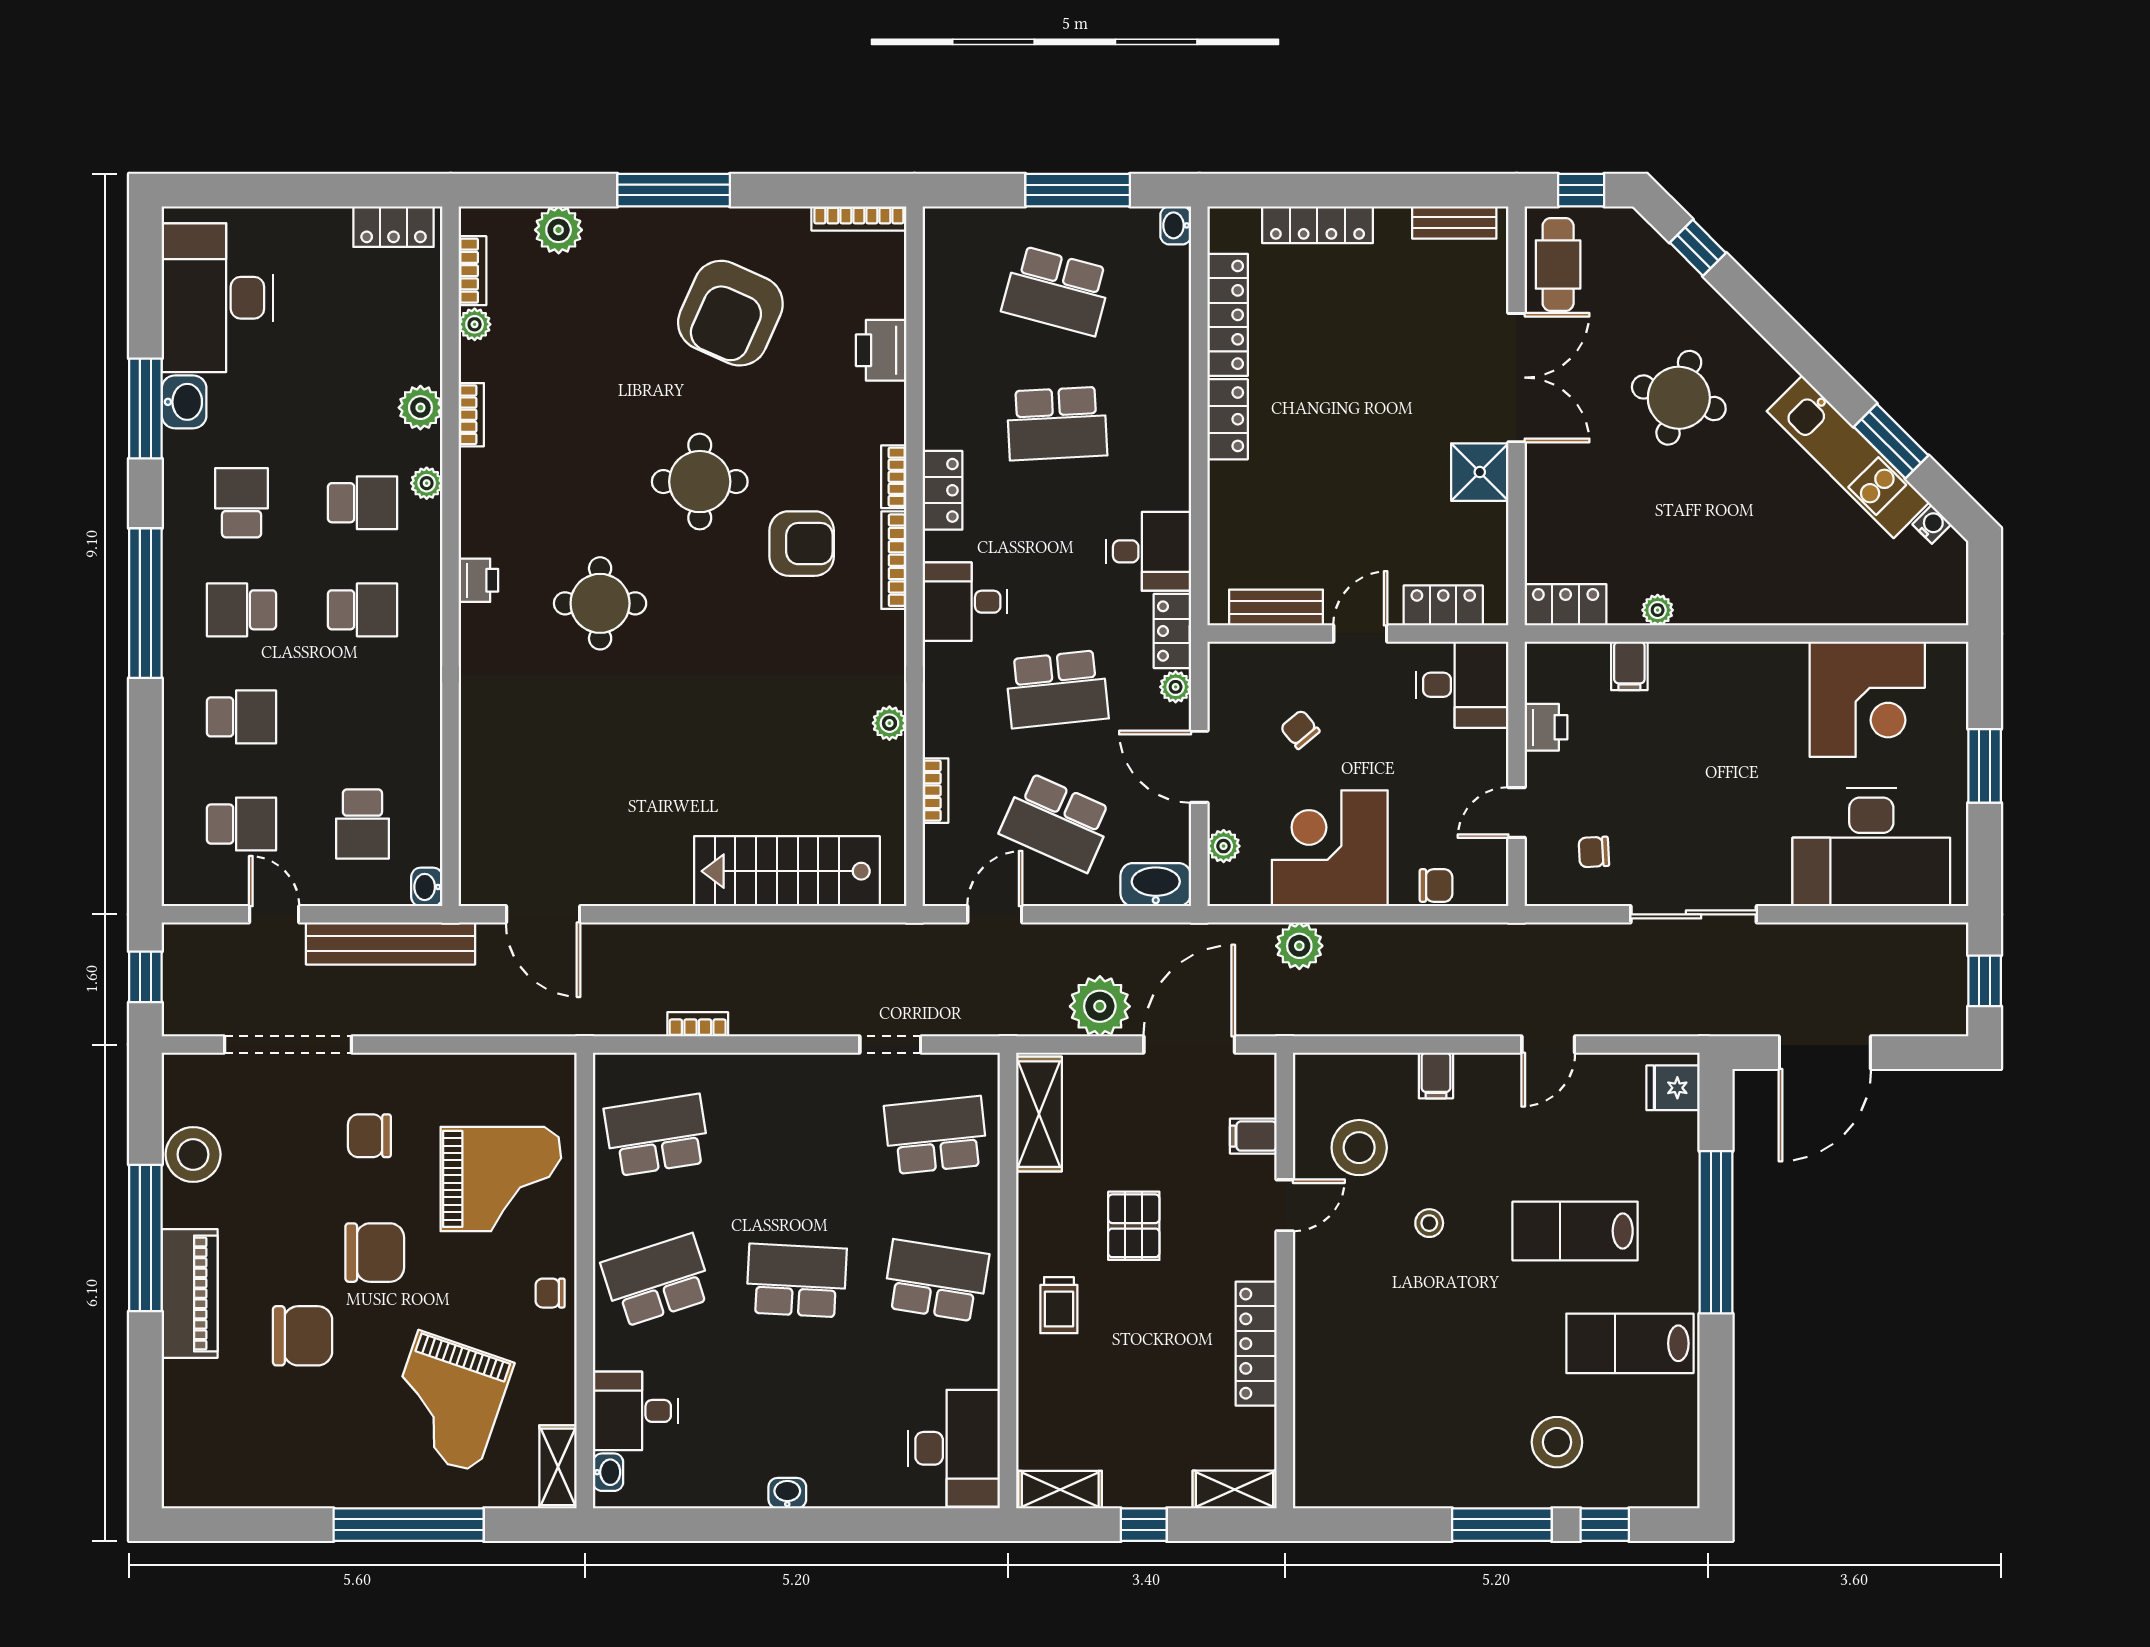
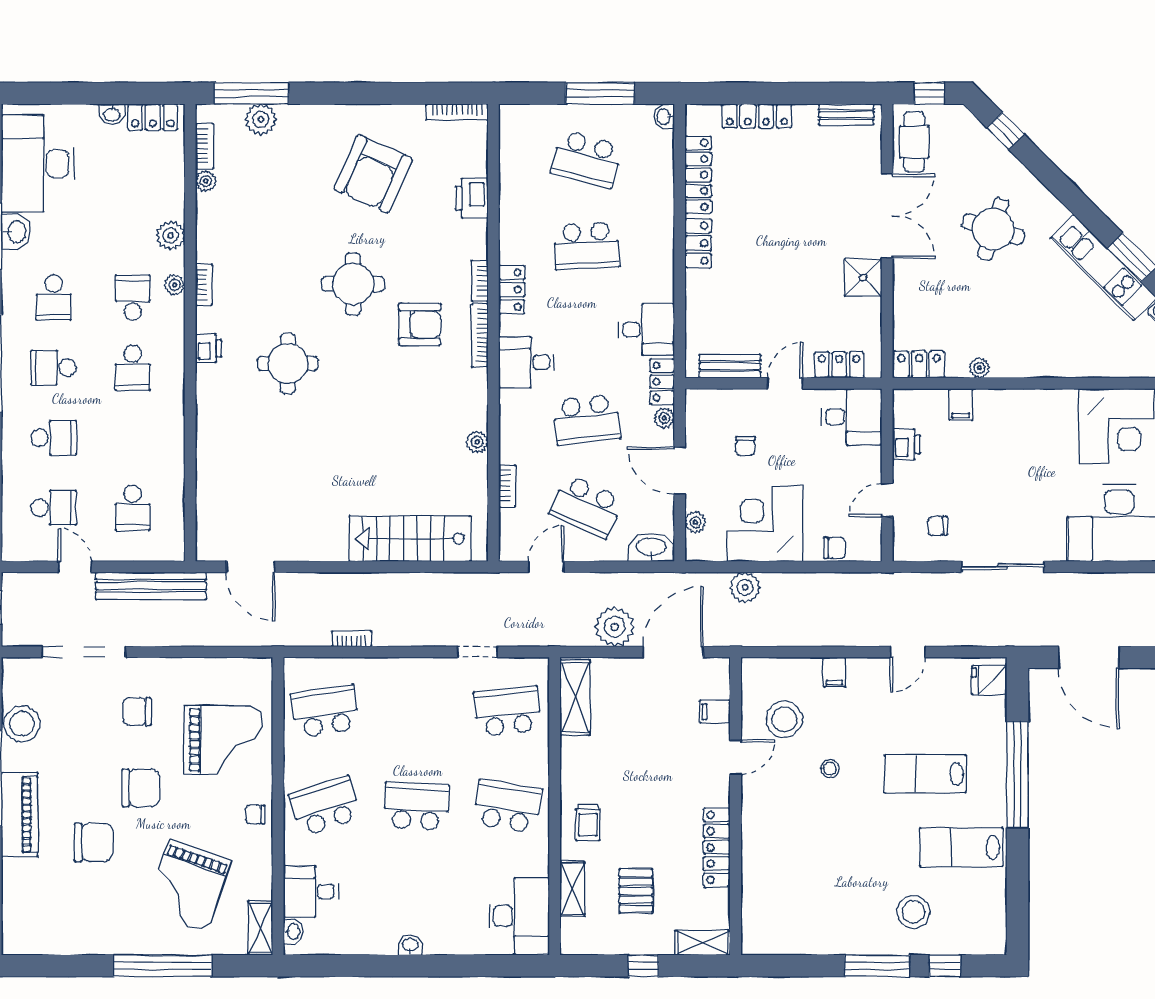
window: (674, 190) -> (252, 93), moved
bookcase: (471, 415) -> (204, 285), moved
school desk: (242, 503) -> (54, 298), turned 180
school desk: (362, 503) -> (133, 298), turned -90
school desk: (362, 610) -> (133, 368), turned 90
chair: (1300, 729) -> (745, 446), turned -140
washbasin: (427, 887) -> (112, 114), moved, turned -90
door: (1825, 1053) -> (1089, 657), hinge flipped
pallet: (1134, 1226) -> (636, 891), moved
shelving: (1060, 1490) -> (572, 889), moved, turned 90

